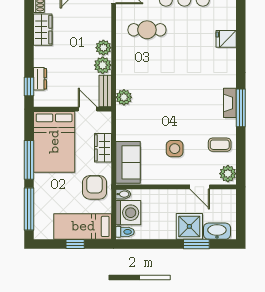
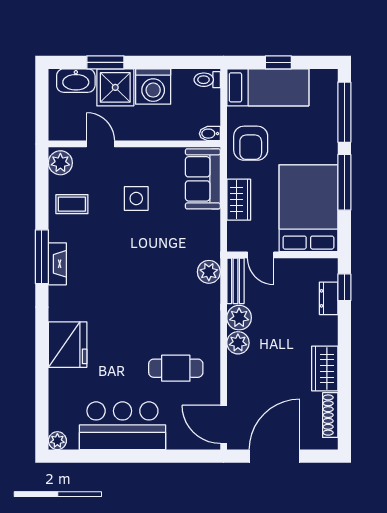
fridge: (226, 39) -> (68, 345), width x1.88, depth x1.34
washing machine: (128, 213) -> (153, 87), moved, turned -90

